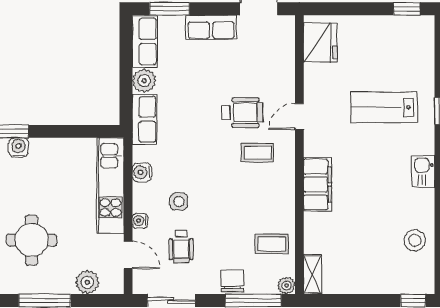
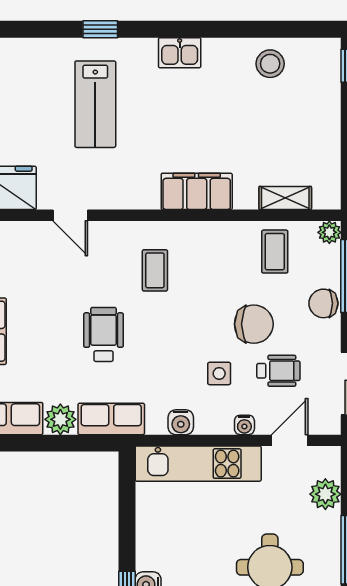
wheelchair: (242, 113) -> (104, 334), moved
door: (299, 117) -> (70, 215), moved
chair: (217, 228) -> (254, 324), added
shelving: (313, 274) -> (285, 198), moved

